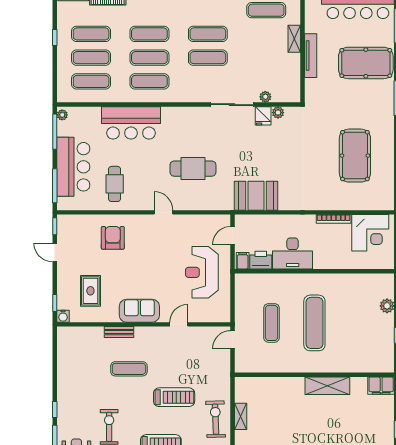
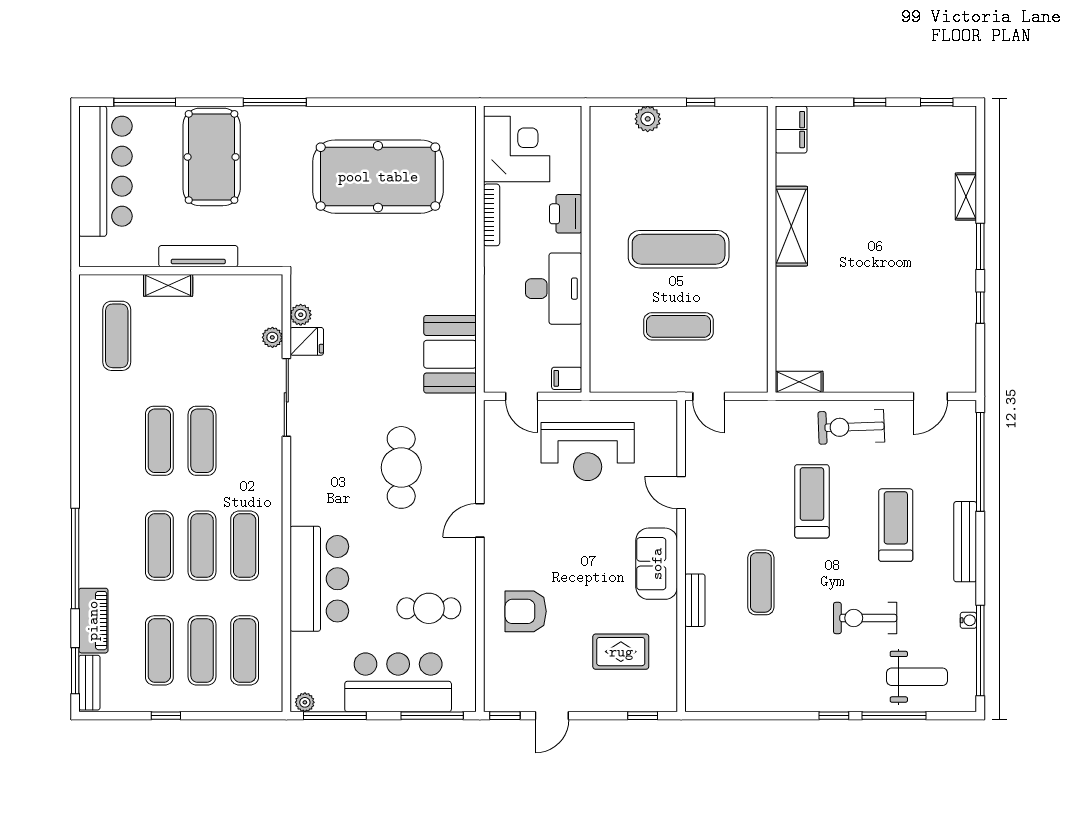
pool table: (355, 156) -> (378, 177), width x1.36, depth x1.32
printer: (261, 260) -> (566, 214), moved
water cooler: (63, 316) -> (666, 701), removed
shelving: (241, 416) -> (799, 382), moved

